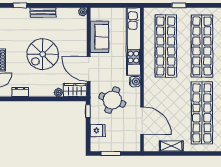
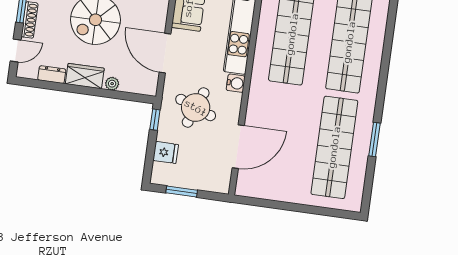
wardrobe: (75, 90) -> (85, 76), moved
door: (142, 121) -> (238, 147), hinge flipped
shelving: (171, 146) -> (279, 193), removed

